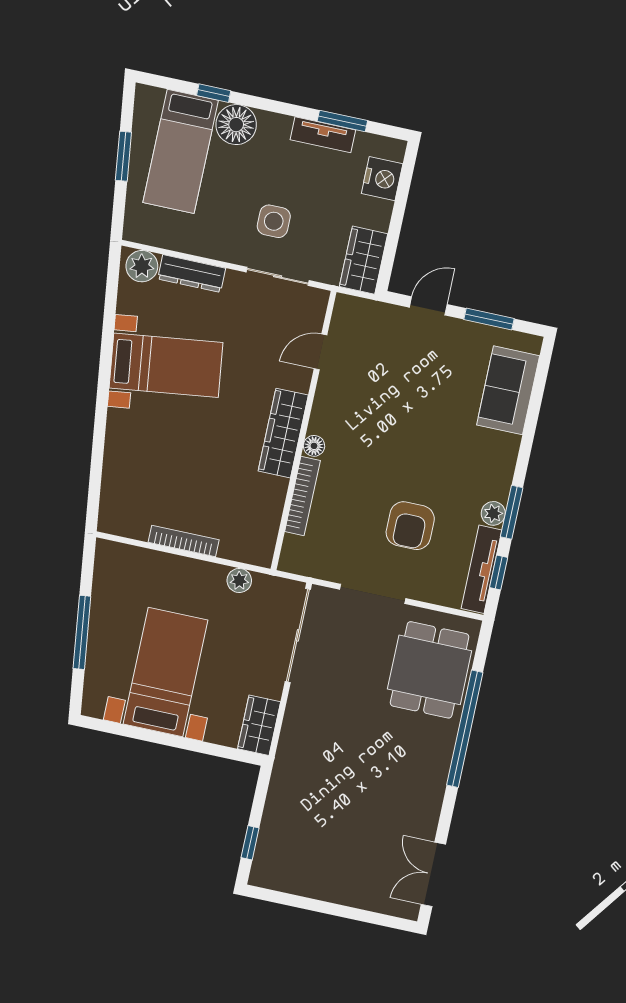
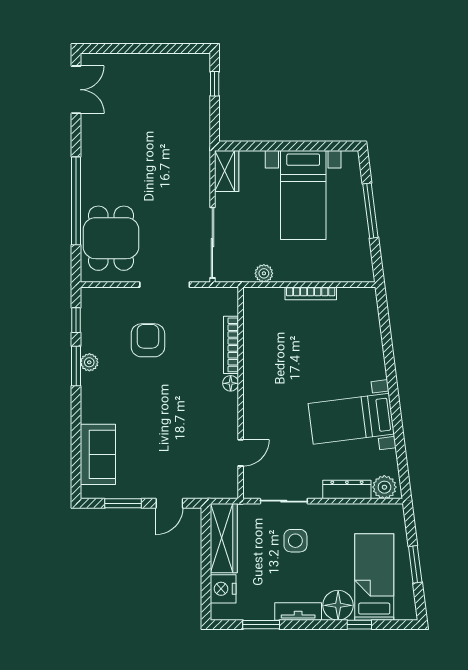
tv unit: (323, 135) -> (298, 611), moved
wardrobe: (364, 260) -> (224, 538), width x1.50
wardrobe: (283, 433) -> (255, 388), removed
tv unit: (482, 569) -> (89, 320), removed

